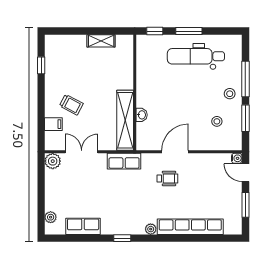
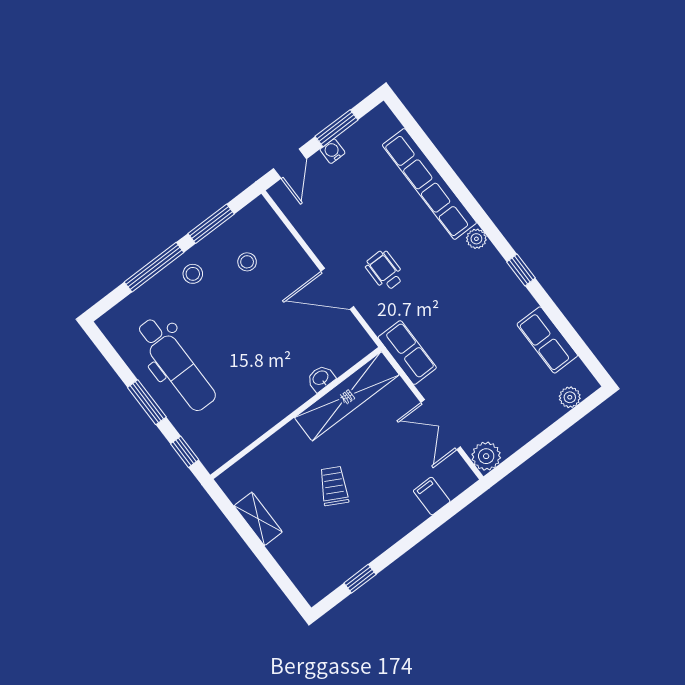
trolley: (71, 105) -> (334, 486), moved
water cooler: (237, 158) -> (333, 151), moved

